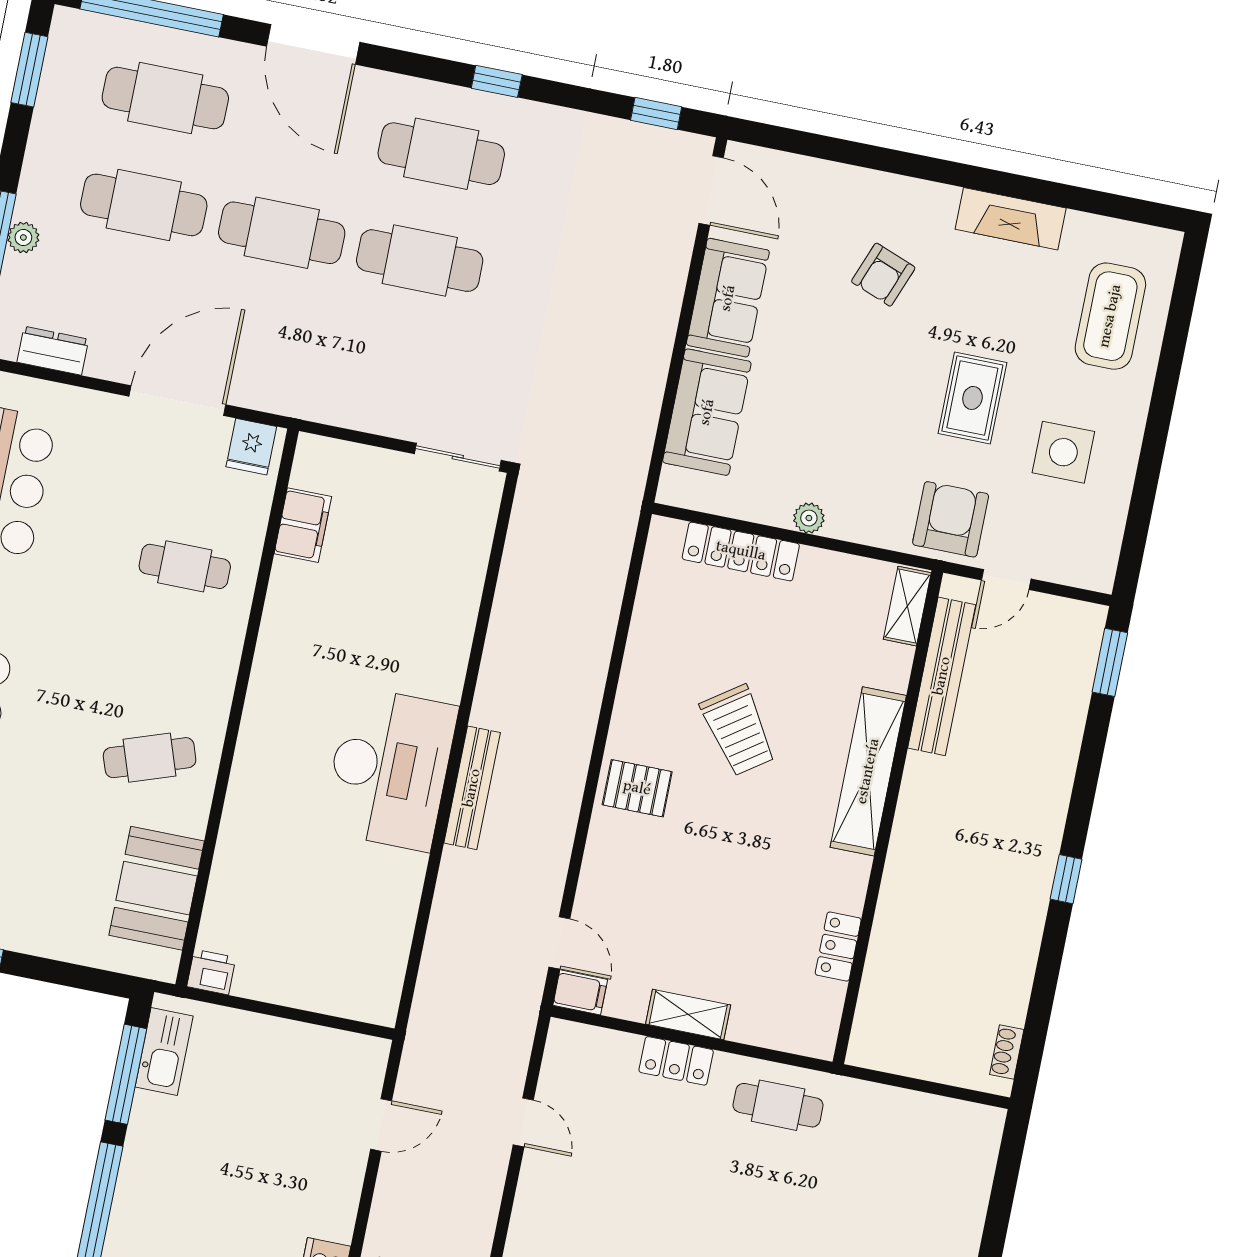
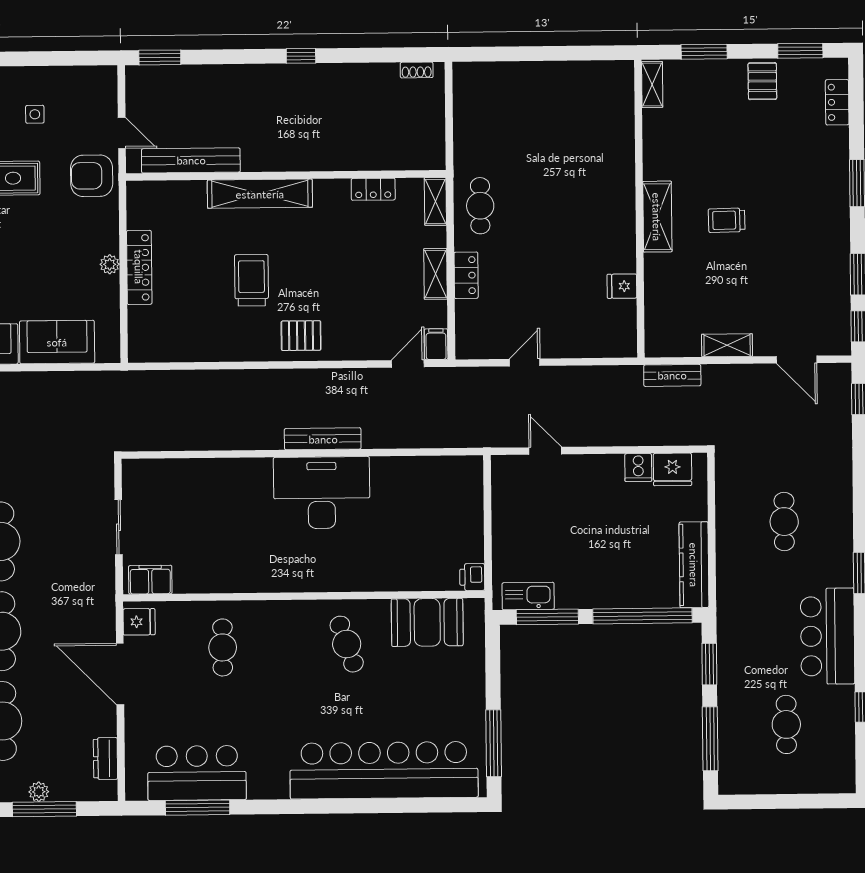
side table: (1063, 452) -> (35, 114), width x0.54, depth x0.54
sliding door: (458, 457) -> (119, 527), moved
filing cabinet: (303, 525) -> (150, 580), moved
locker: (741, 551) -> (139, 267), moved
shelving: (907, 606) -> (435, 201), moved, turned 90
trolley: (738, 730) -> (252, 280), turned -55
pallet: (637, 788) -> (301, 336), turned 90

